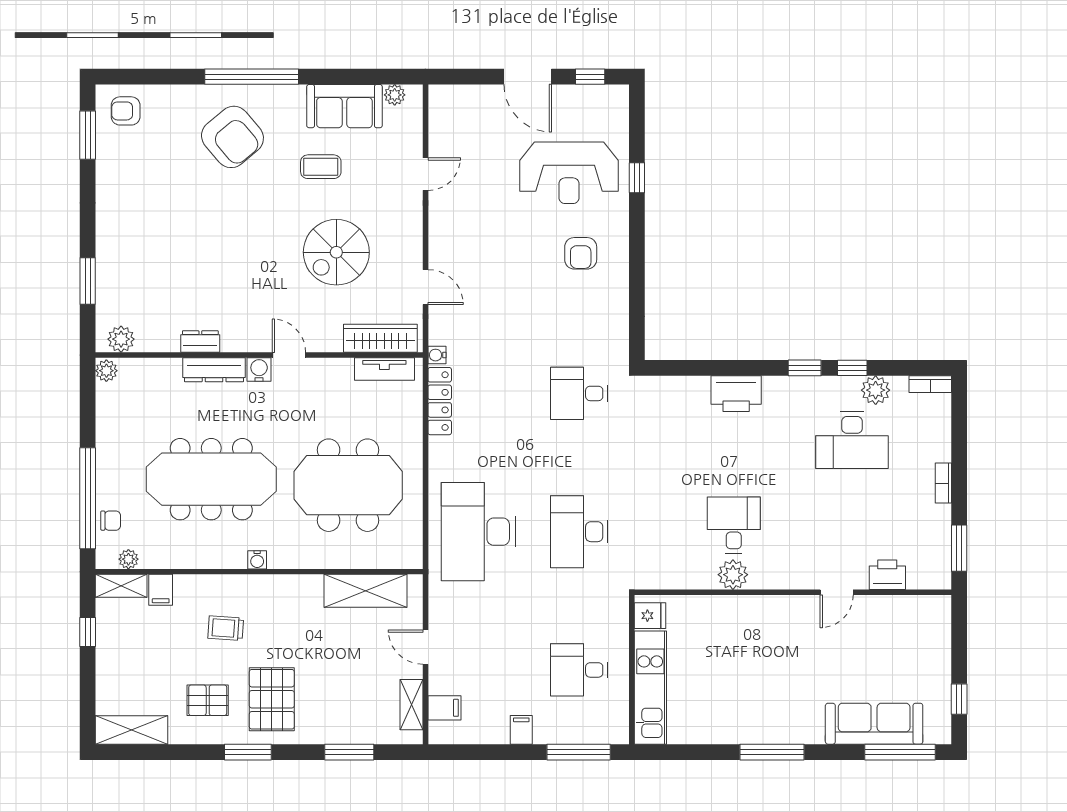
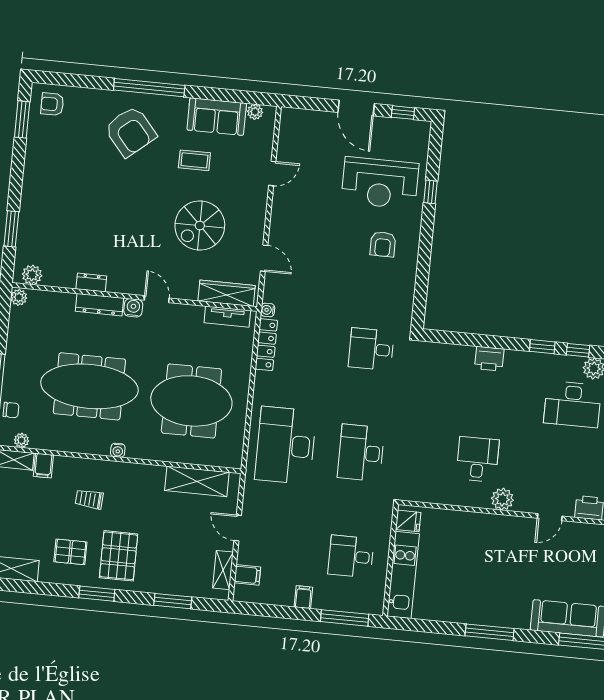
printer: (736, 394) -> (489, 359), width x0.73, depth x0.84
plant: (733, 575) -> (502, 499), moved

